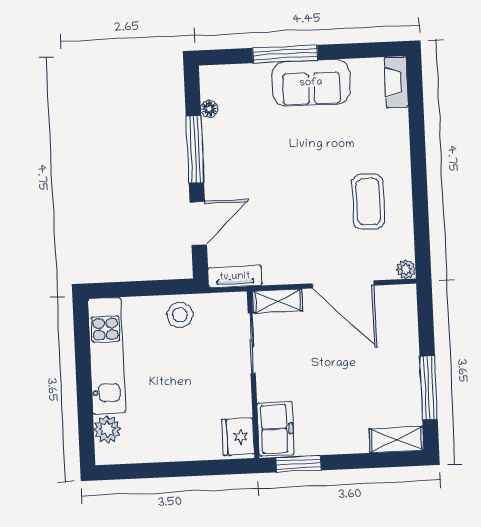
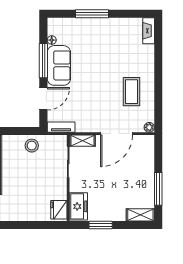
sofa: (311, 83) -> (59, 65), moved, turned -90
door: (343, 284) -> (117, 134), hinge flipped
window: (299, 464) -> (101, 225), moved

